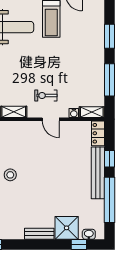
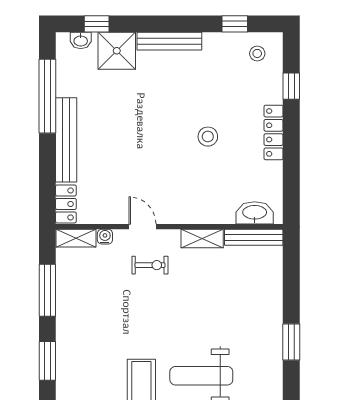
window: (109, 159) -> (47, 163), removed
bench: (39, 234) -> (169, 41), width x1.36

